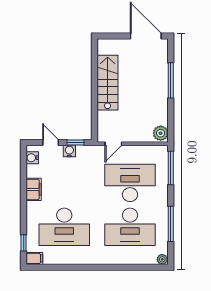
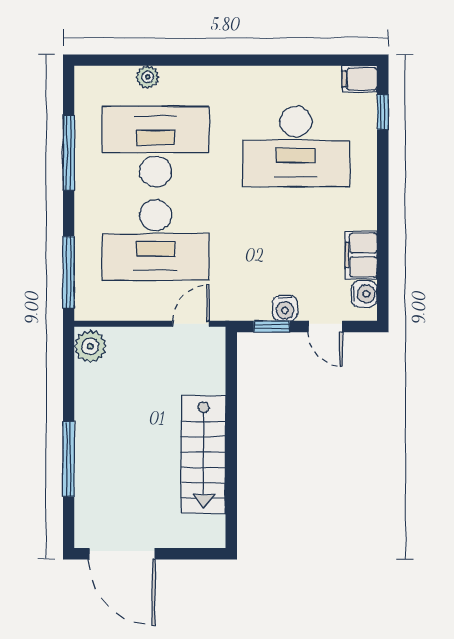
filing cabinet: (34, 189) -> (361, 255), moved
desk: (64, 227) -> (296, 147), turned 180
plant: (162, 259) -> (148, 77), moved

